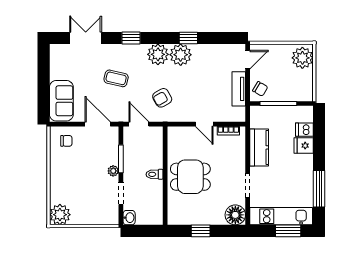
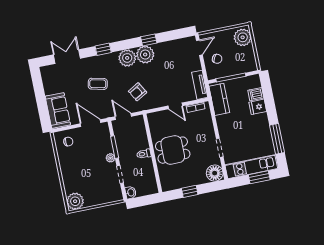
tv unit: (239, 89) -> (200, 85), moved
chair: (260, 89) -> (217, 59), moved
kitchen counter: (259, 147) -> (219, 99), moved

